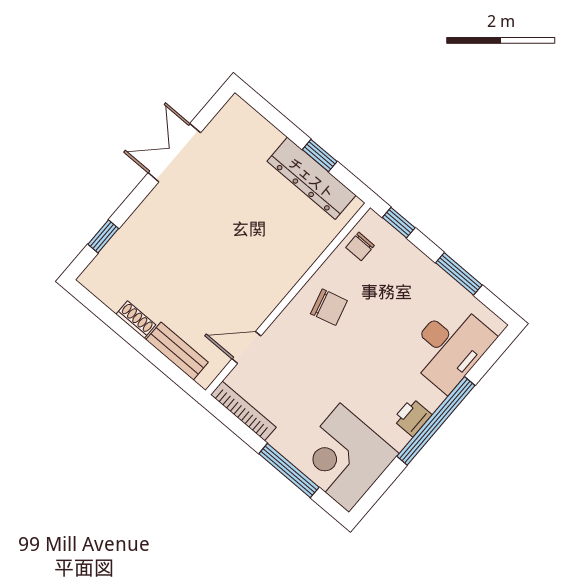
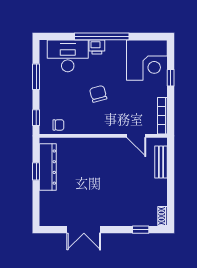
chair: (329, 307) -> (98, 94), moved
shoe rack: (136, 320) -> (162, 216), moved
printer: (412, 417) -> (97, 47), moved
window: (289, 471) -> (171, 78), width x0.46

